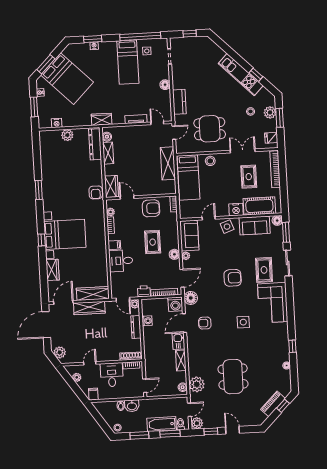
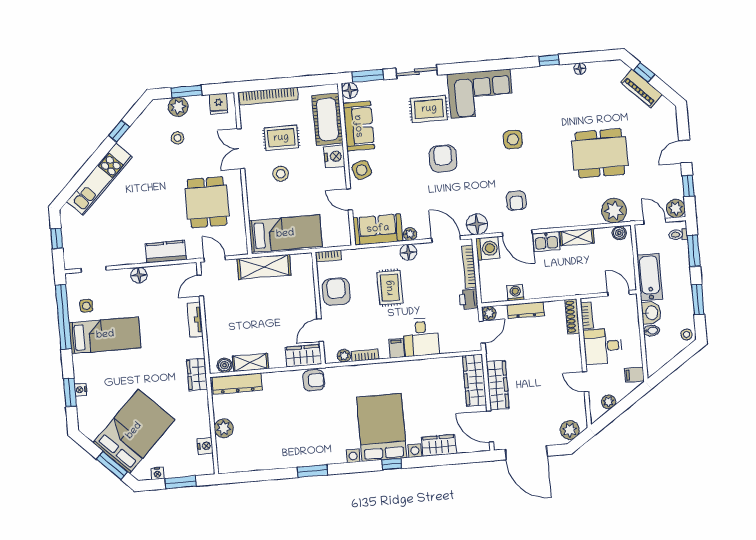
kitchen unit: (241, 75) -> (99, 179), moved
stool: (210, 161) -> (281, 174), moved
rug: (153, 242) -> (390, 288), turned 90
bathtub: (162, 424) -> (650, 277), moved, turned 180

